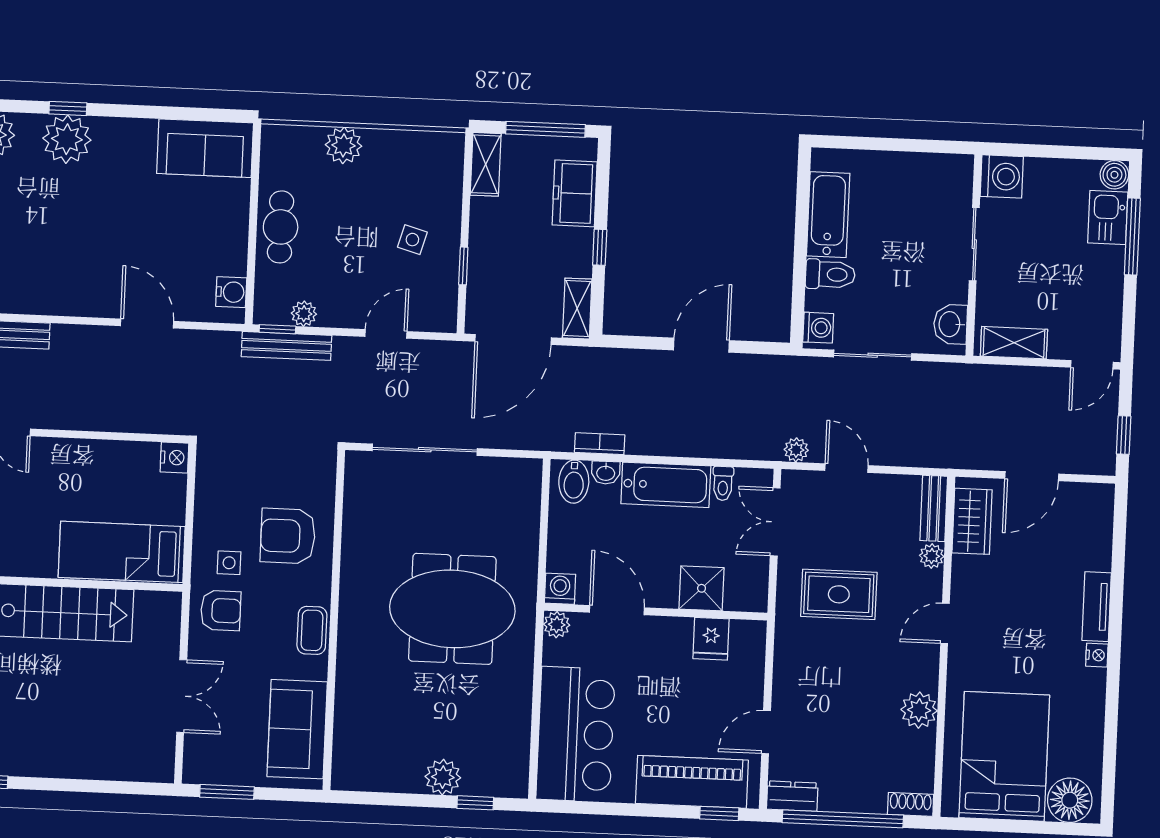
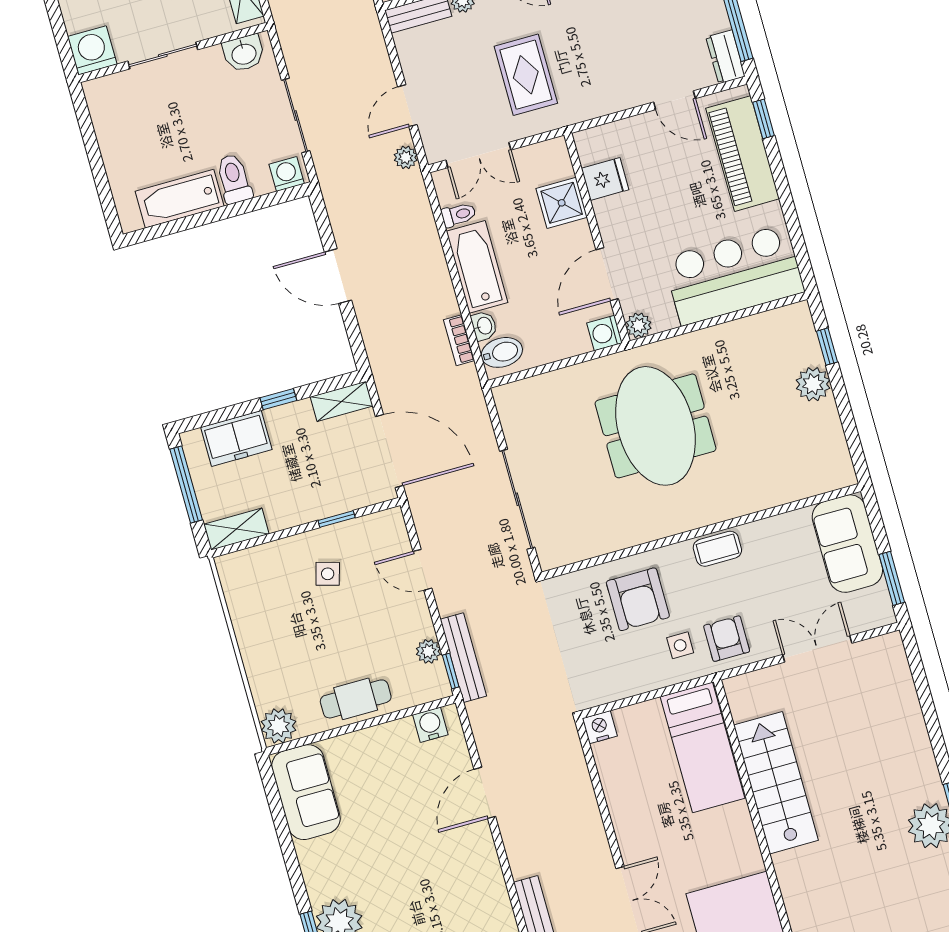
plant: (344, 145) -> (279, 726), moved
sofa: (297, 729) -> (847, 544), moved, turned 90

